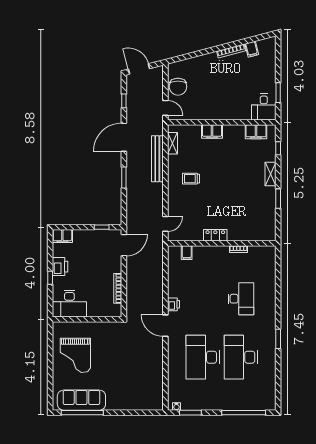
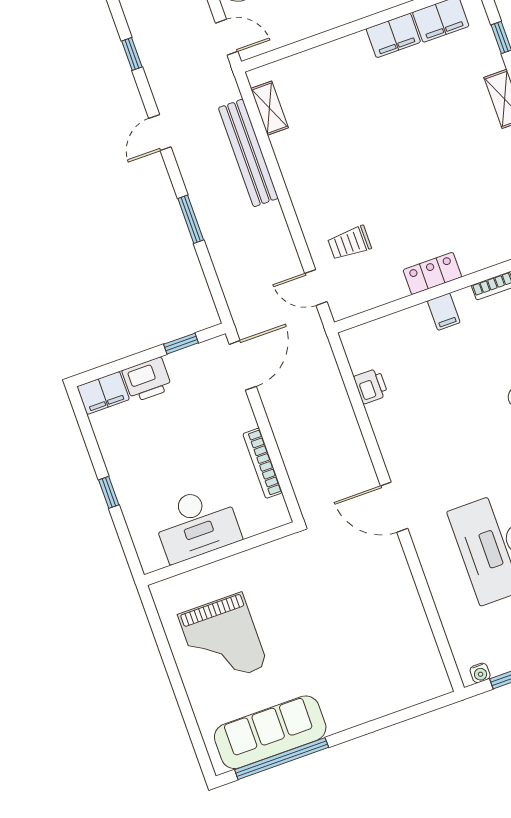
filing cabinet: (212, 132) -> (393, 35), moved
door: (124, 137) -> (160, 133), width x0.53
trolley: (191, 179) -> (349, 243), moved
door: (165, 224) -> (316, 288), swing flipped
filing cabinet: (187, 253) -> (444, 312), moved
printer: (60, 267) -> (147, 380), moved, turned 90
desk: (69, 304) -> (197, 524), moved
printer: (174, 304) -> (371, 386), moved

